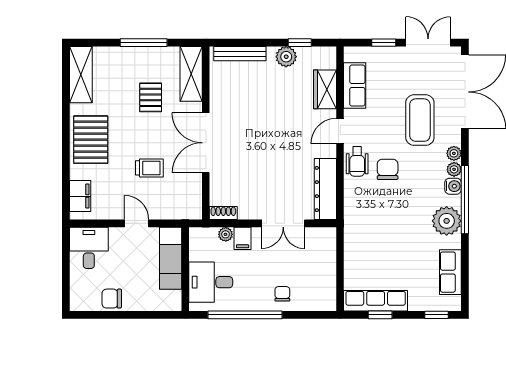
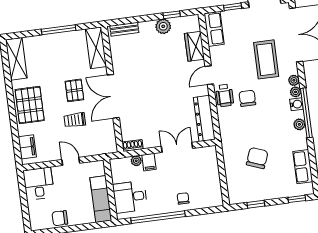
bench: (240, 54) -> (124, 29), width x0.73
row of seats: (355, 86) -> (214, 29), moved
pallet: (151, 97) -> (74, 90), moved
trolley: (149, 168) -> (75, 120), turned 180
plant: (447, 221) -> (299, 124), width x0.53, depth x0.53
double door: (283, 223) -> (177, 147), swing flipped
chair: (390, 252) -> (257, 158), added
exam couch: (171, 258) -> (101, 199), moved
row of seats: (376, 301) -> (251, 195), removed

